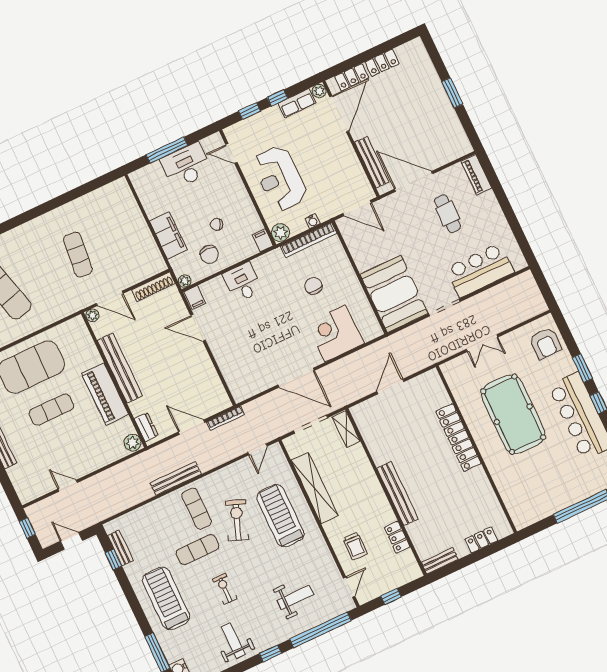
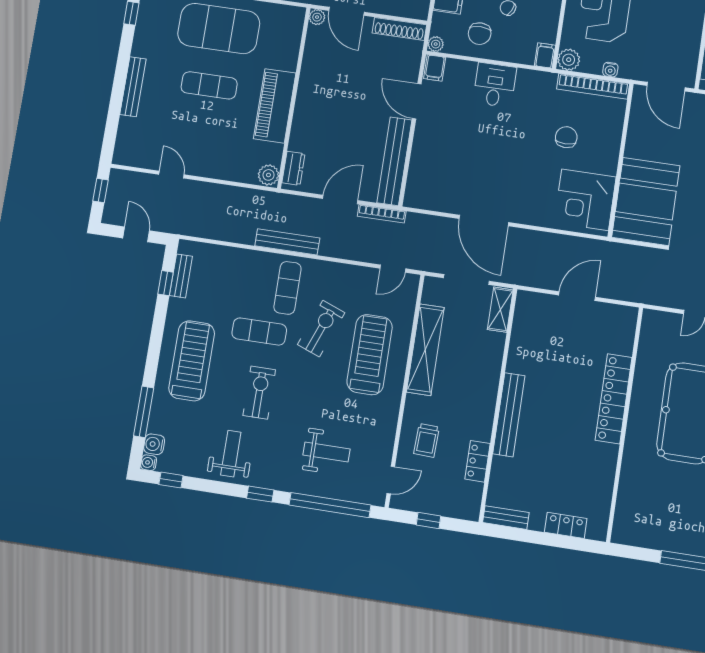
corner desk: (335, 333) -> (585, 200), moved, turned -90
bench: (120, 368) -> (394, 161), moved
door: (192, 427) -> (340, 199), hinge flipped
exercise bike: (225, 589) -> (259, 393), width x1.38, depth x1.39

